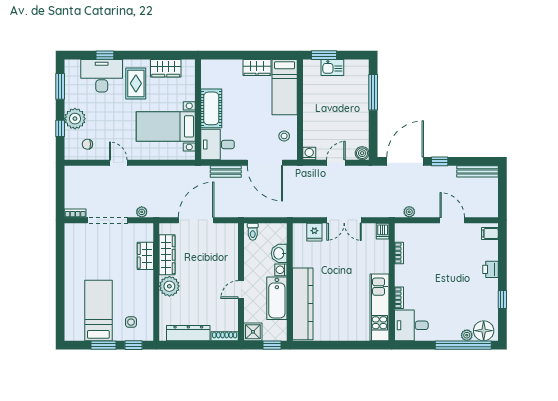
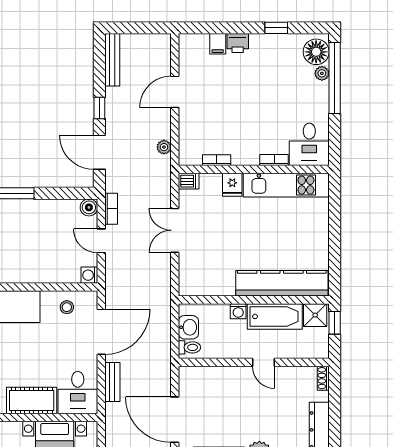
door: (405, 161) -> (99, 152), width x0.73
bookcase: (361, 171) -> (111, 209), added
double door: (344, 220) -> (175, 230), swing flipped
fridge: (314, 232) -> (232, 185), moved, turned 90
filing cabinet: (490, 234) -> (218, 44), moved
washbasin: (279, 253) -> (188, 327), moved, turned -90
shower: (253, 332) -> (315, 315), moved
shoe rack: (225, 336) -> (323, 378), width x0.70

